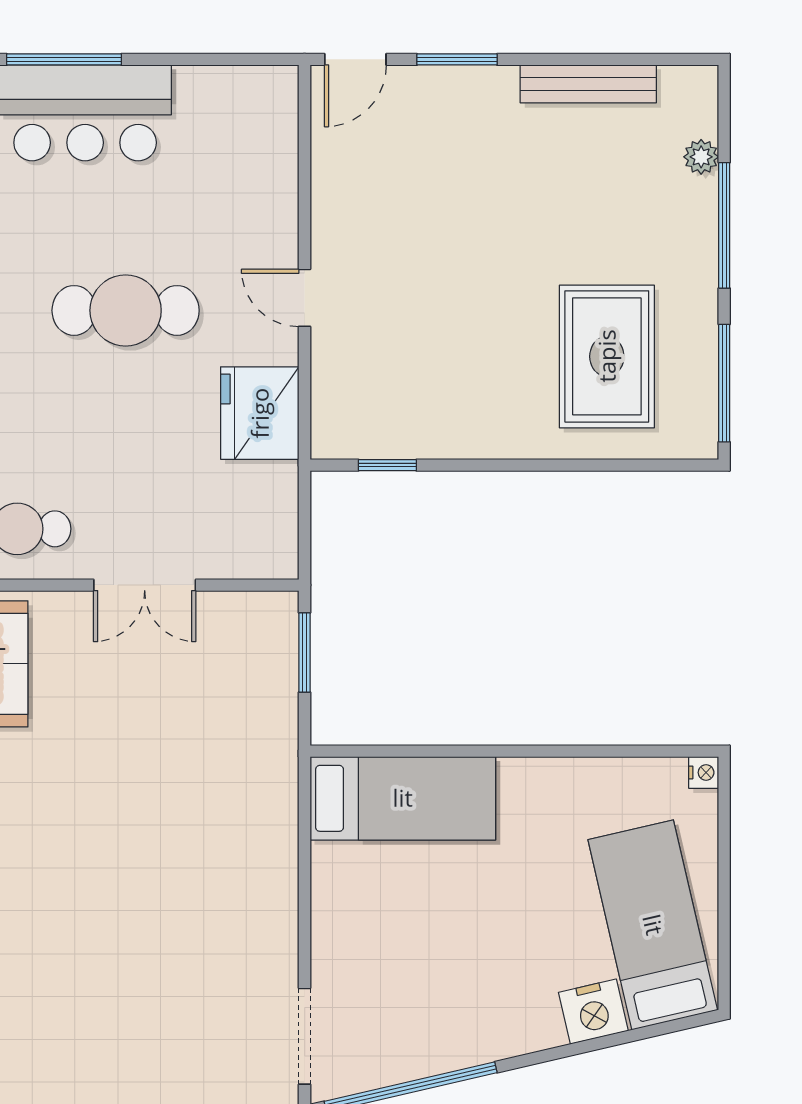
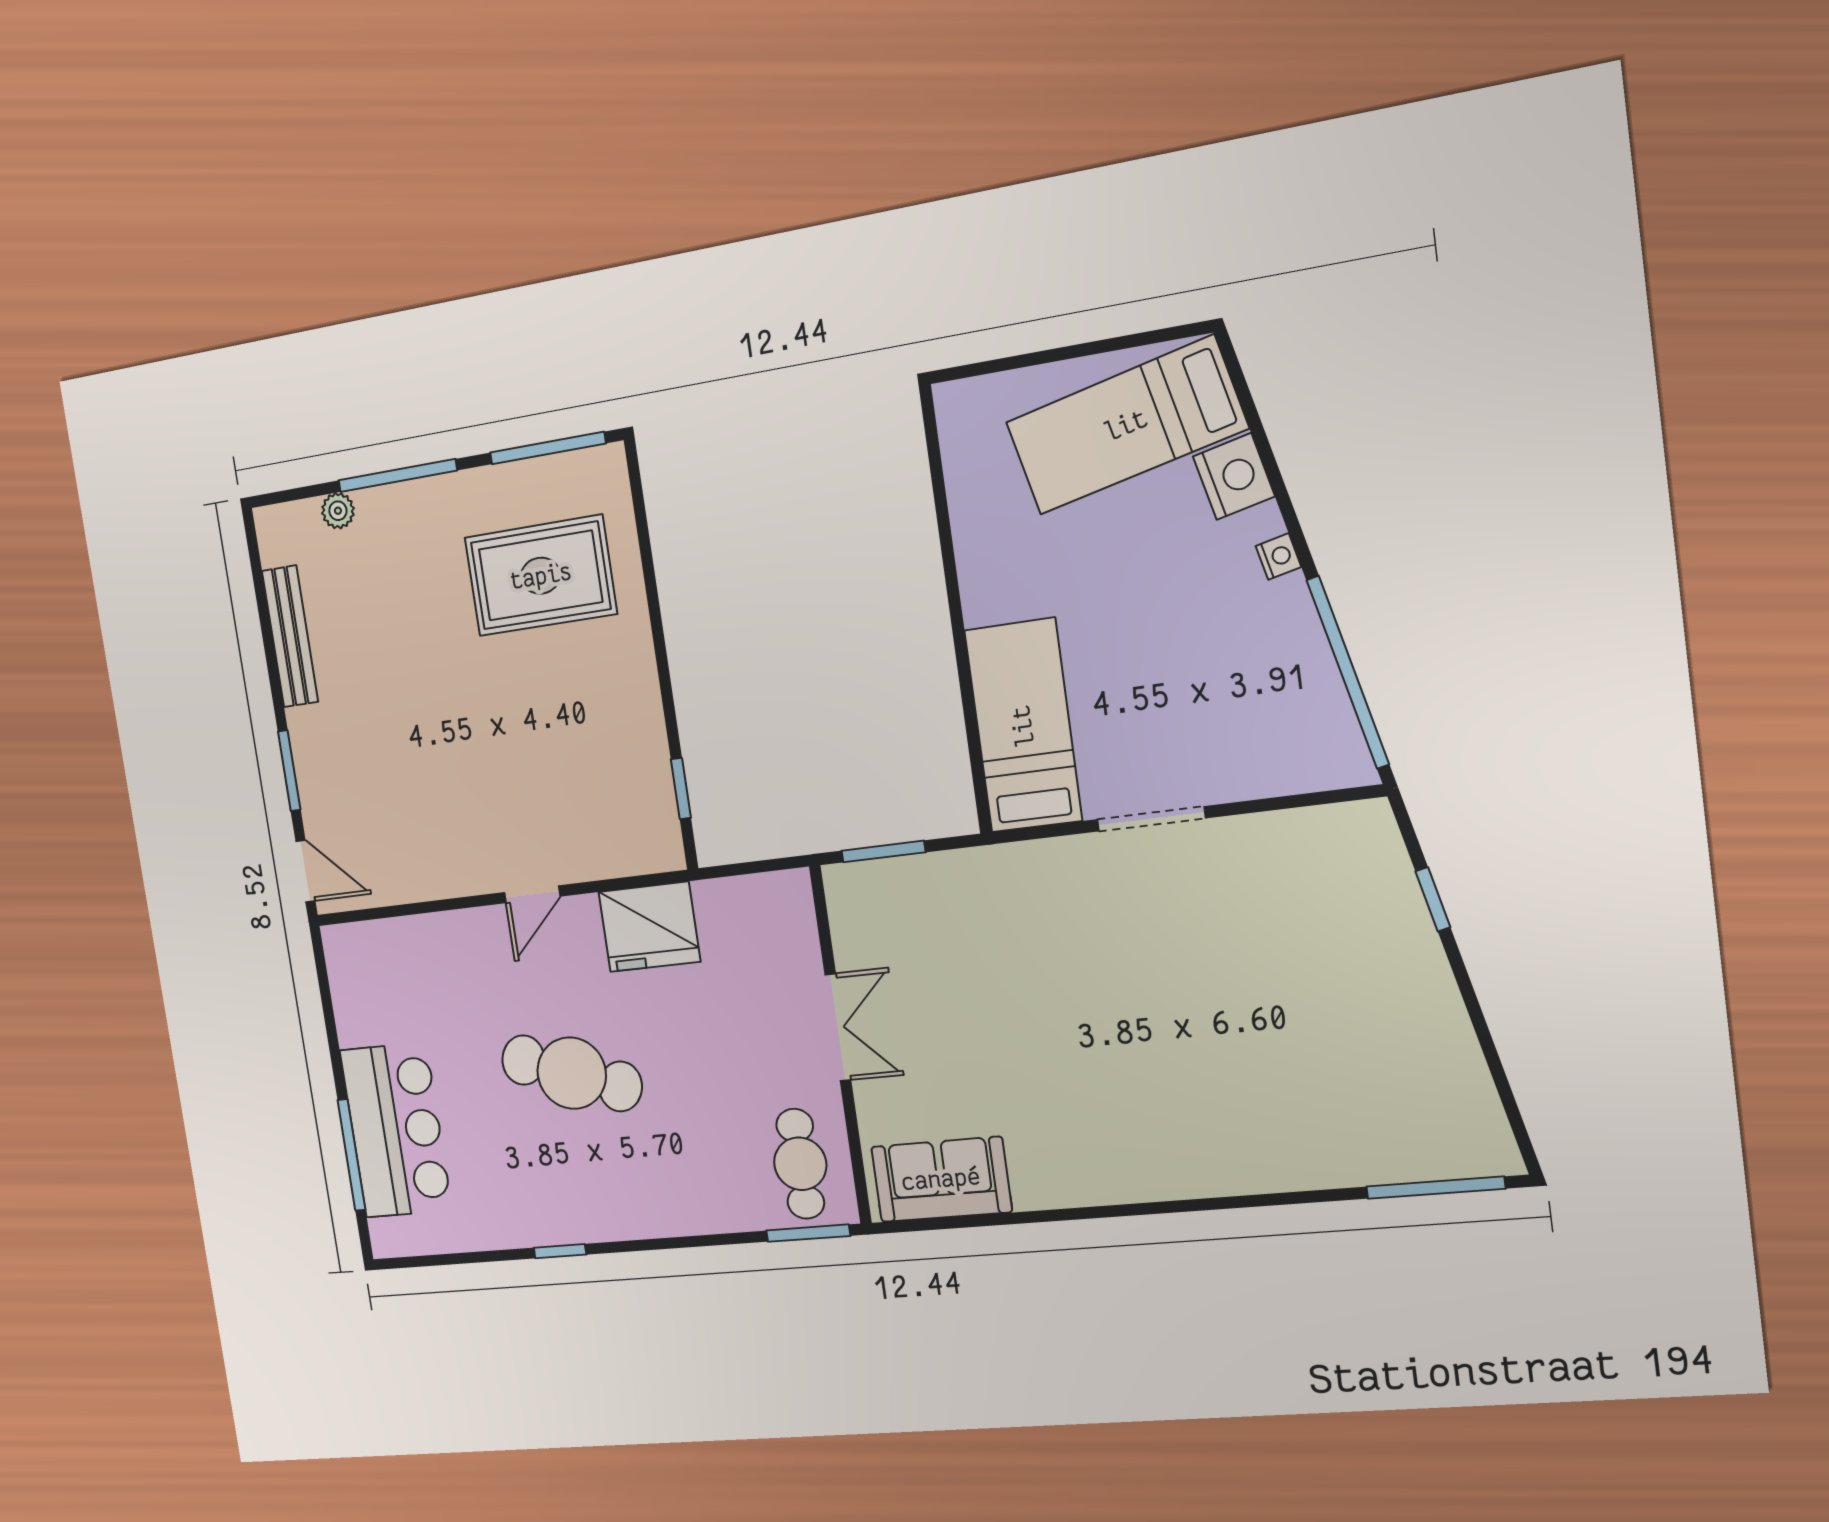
cafe table: (126, 310) -> (572, 1073), turned -70
nightstand: (704, 772) -> (1279, 556), moved, turned 77
doorway: (305, 1036) -> (1151, 819), moved

